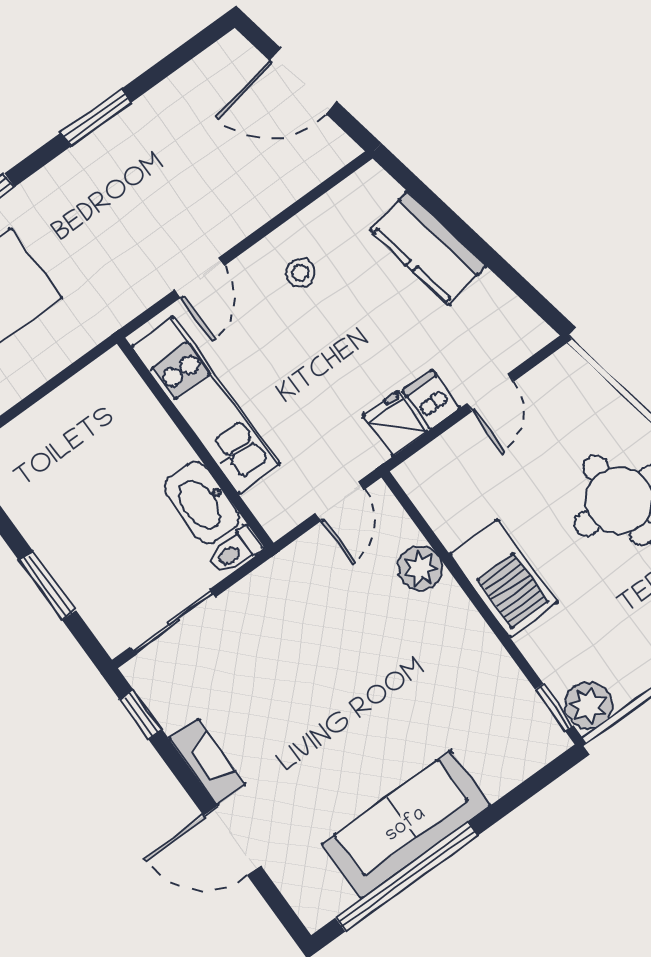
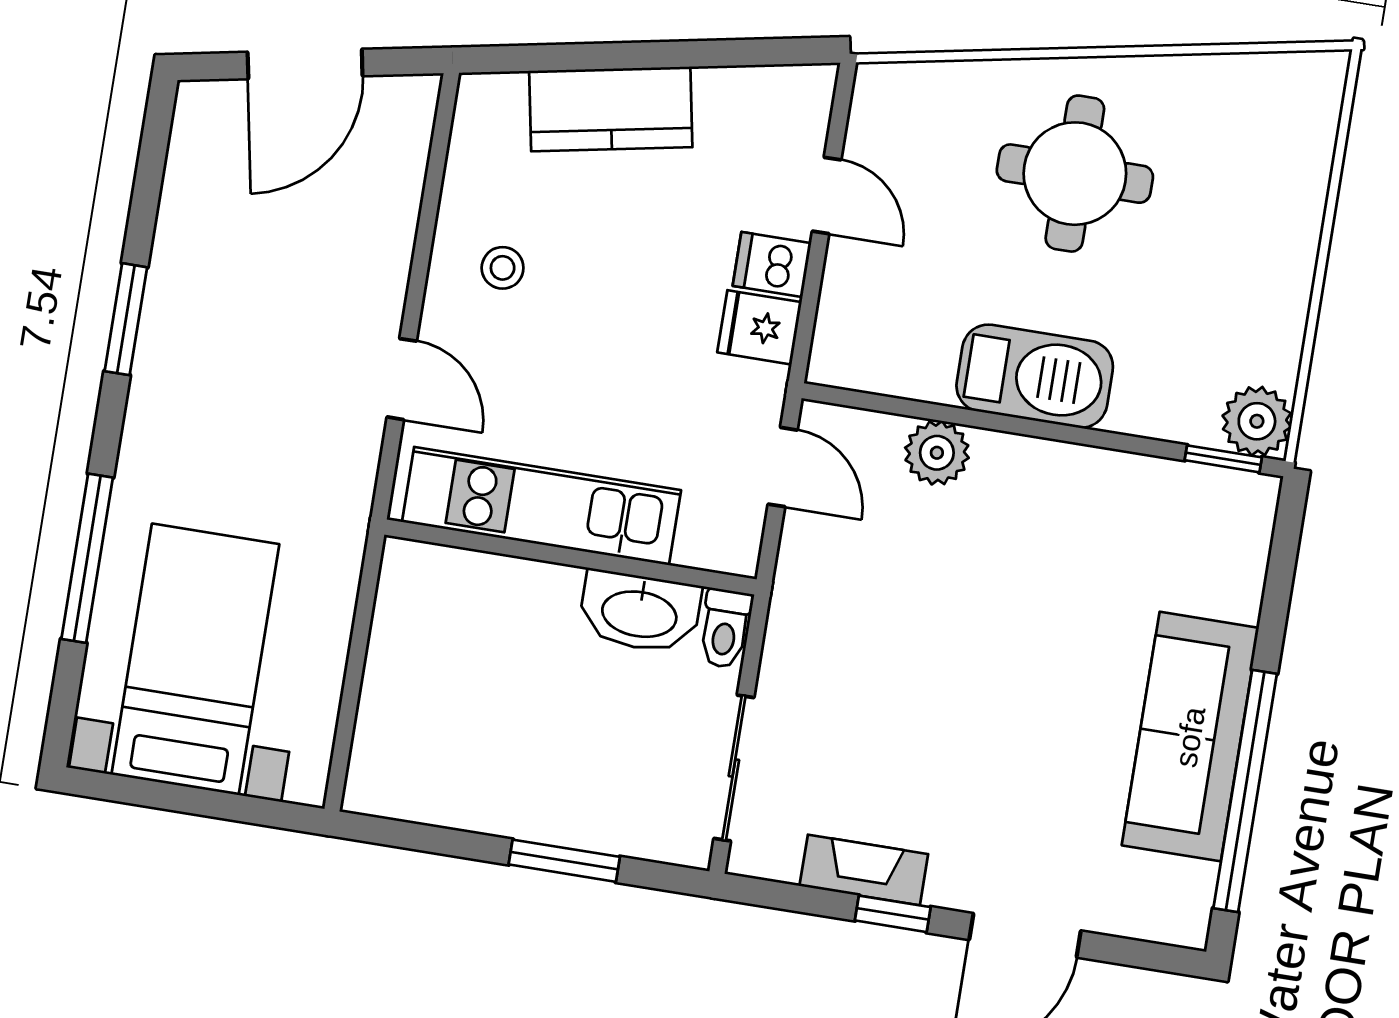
window: (141, 715) -> (893, 914), moved
fireplace: (207, 762) -> (864, 870), moved

